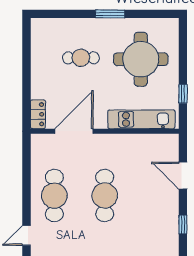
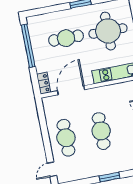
window: (27, 58) -> (28, 46), added
cafe table: (81, 58) -> (66, 38), width x1.37, depth x1.35

